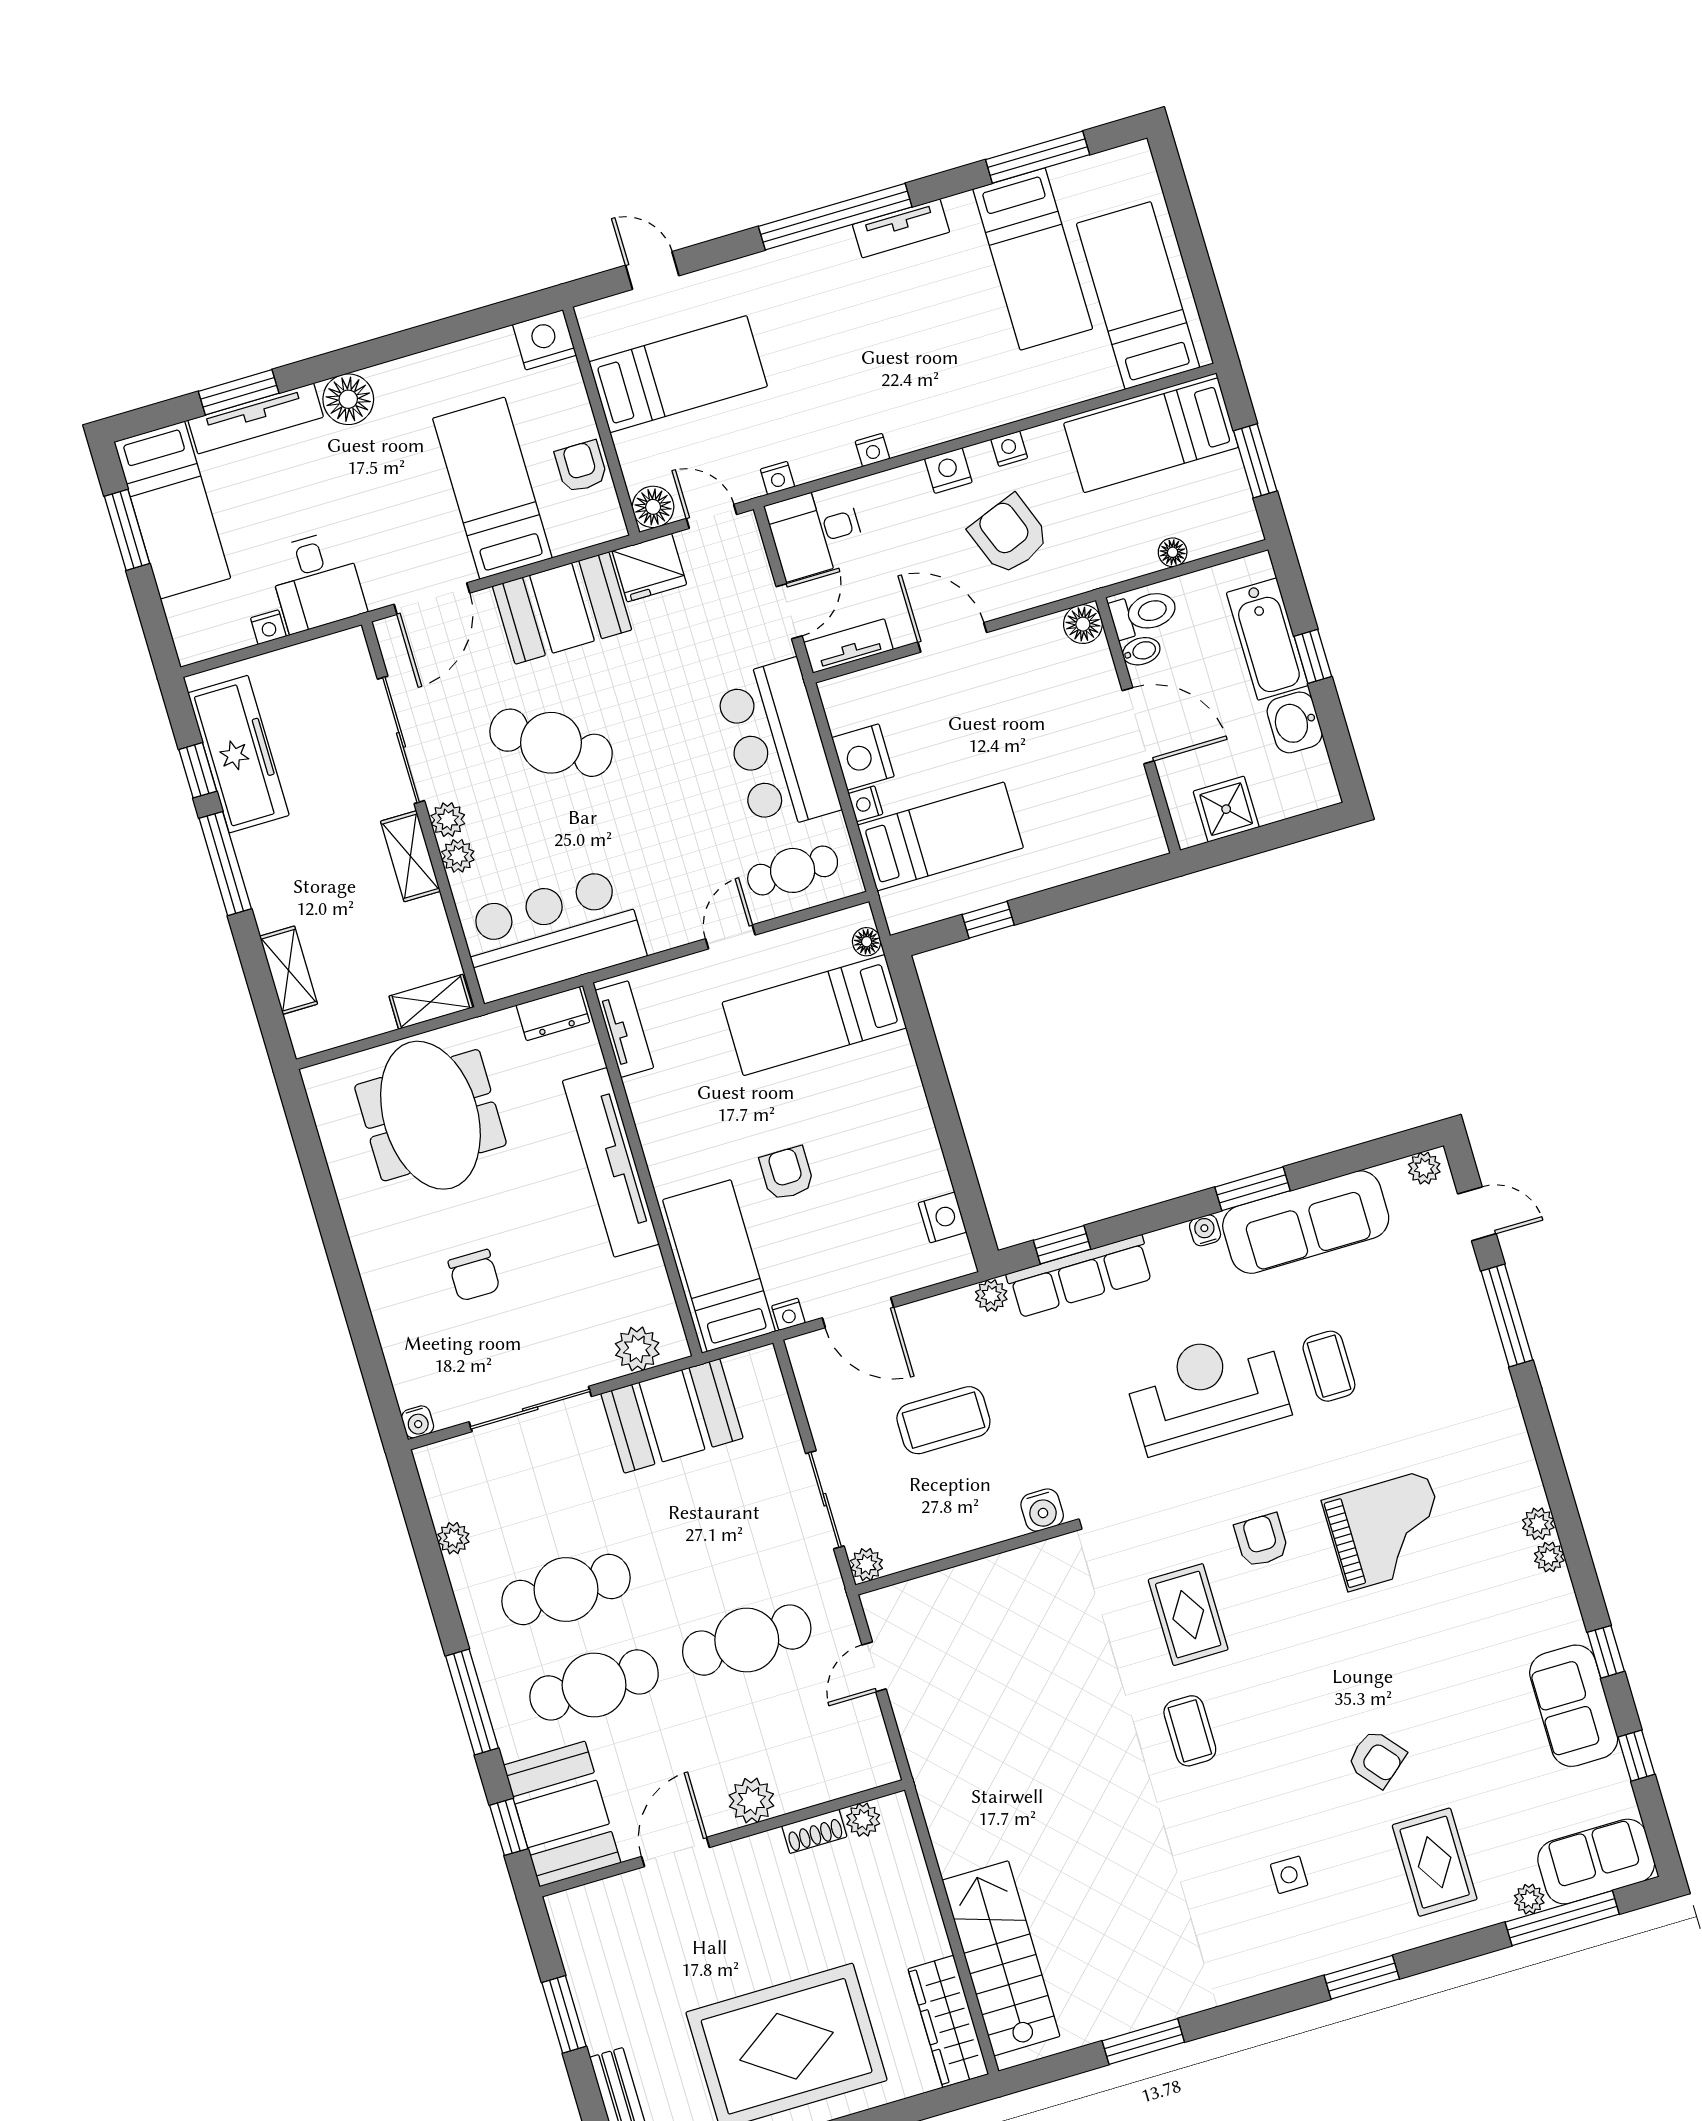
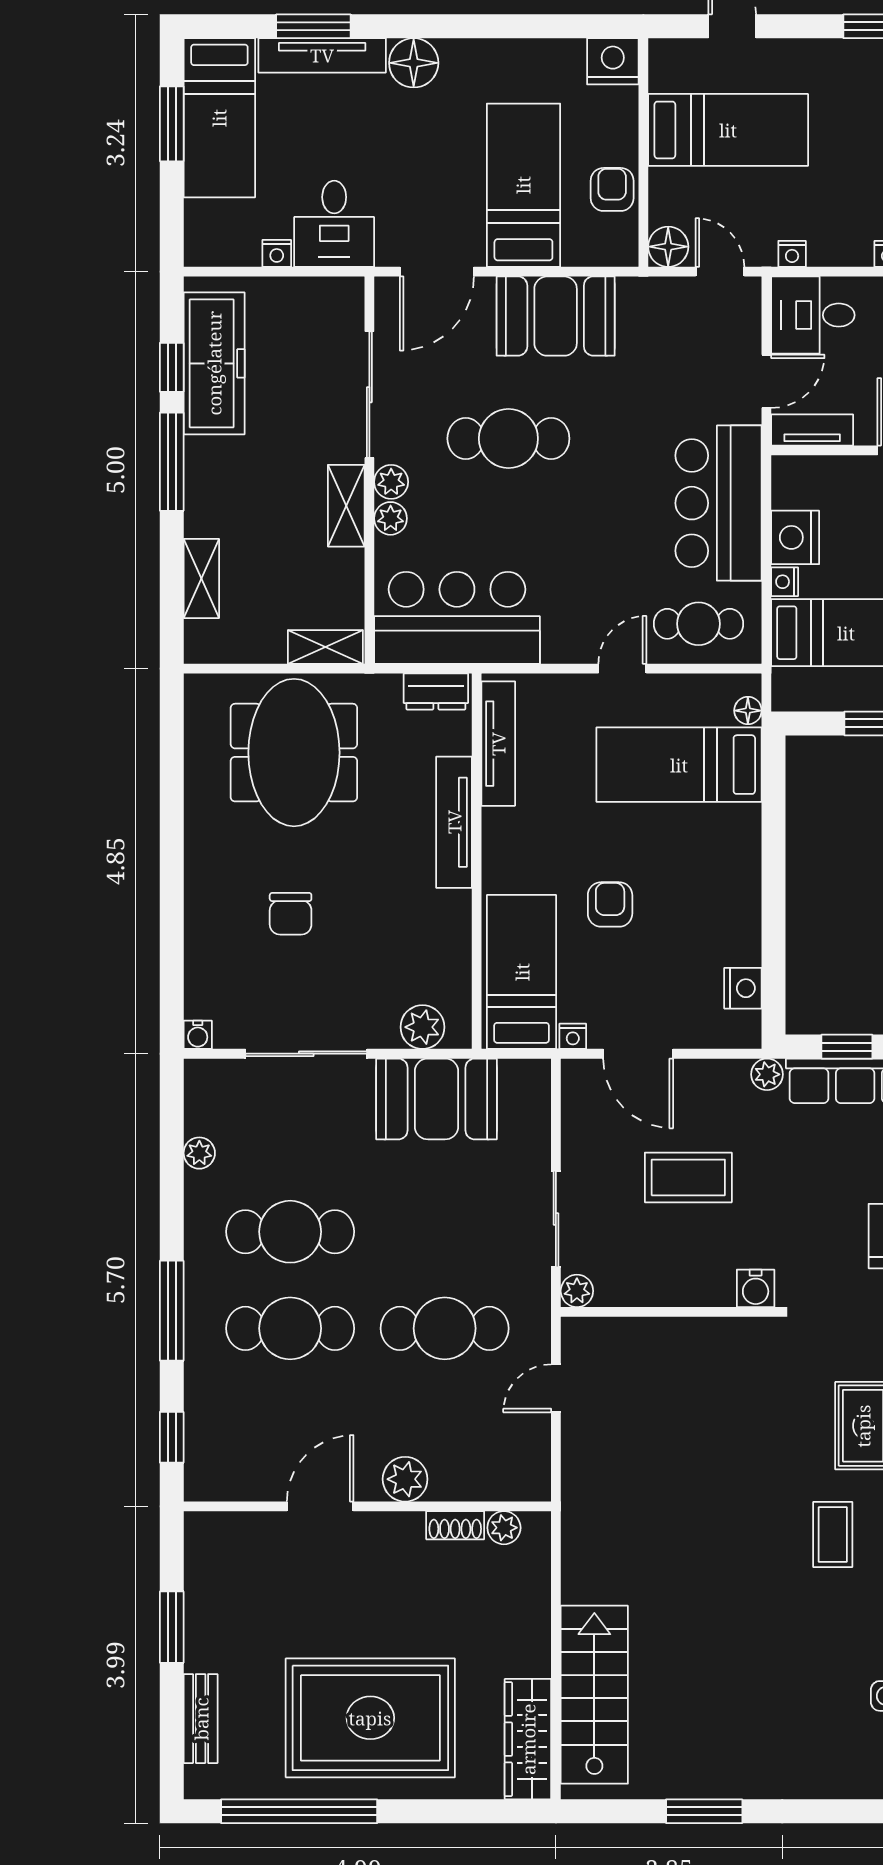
fridge: (649, 568) -> (648, 302), removed
cafe table: (551, 743) -> (508, 439), turned -33
tv unit: (624, 1029) -> (498, 744), width x1.41
tv unit: (611, 1162) -> (454, 822), width x0.73, depth x0.78
booth: (562, 1814) -> (225, 1440), removed

